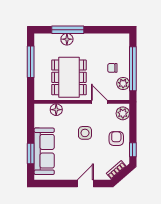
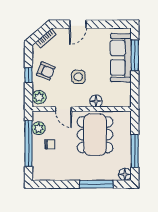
floor lamp: (67, 39) -> (125, 174), moved
floor lamp: (56, 110) -> (96, 101), moved
armchair: (116, 138) -> (46, 71), turned -68
window: (133, 150) -> (28, 75), moved
window: (31, 153) -> (135, 55), width x1.44

